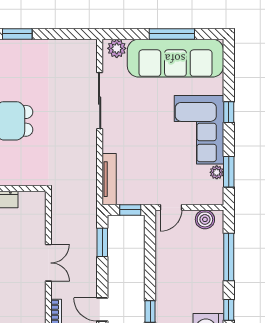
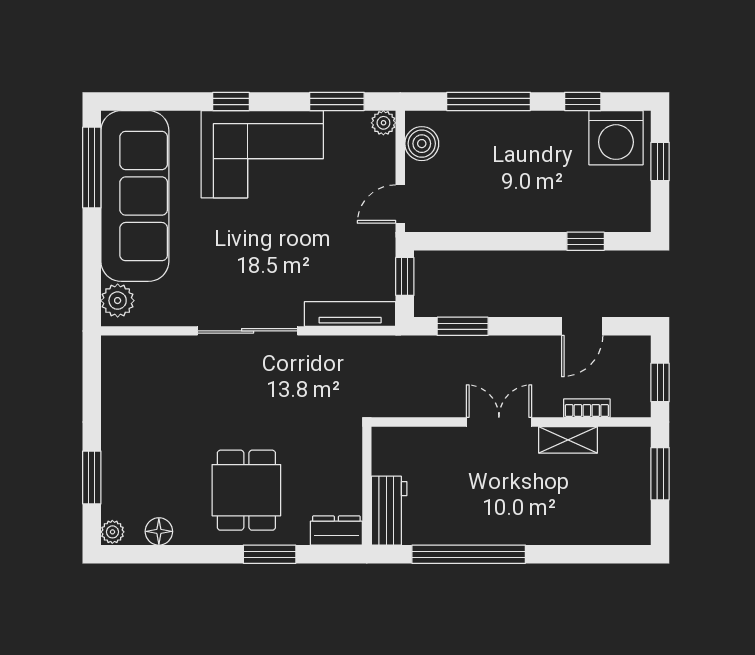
window: (172, 34) -> (92, 168), moved
sliding door: (100, 101) -> (248, 331), moved
plant: (217, 172) -> (383, 123), moved
door: (171, 207) -> (400, 204), swing flipped
shelving: (38, 302) -> (568, 440), added

